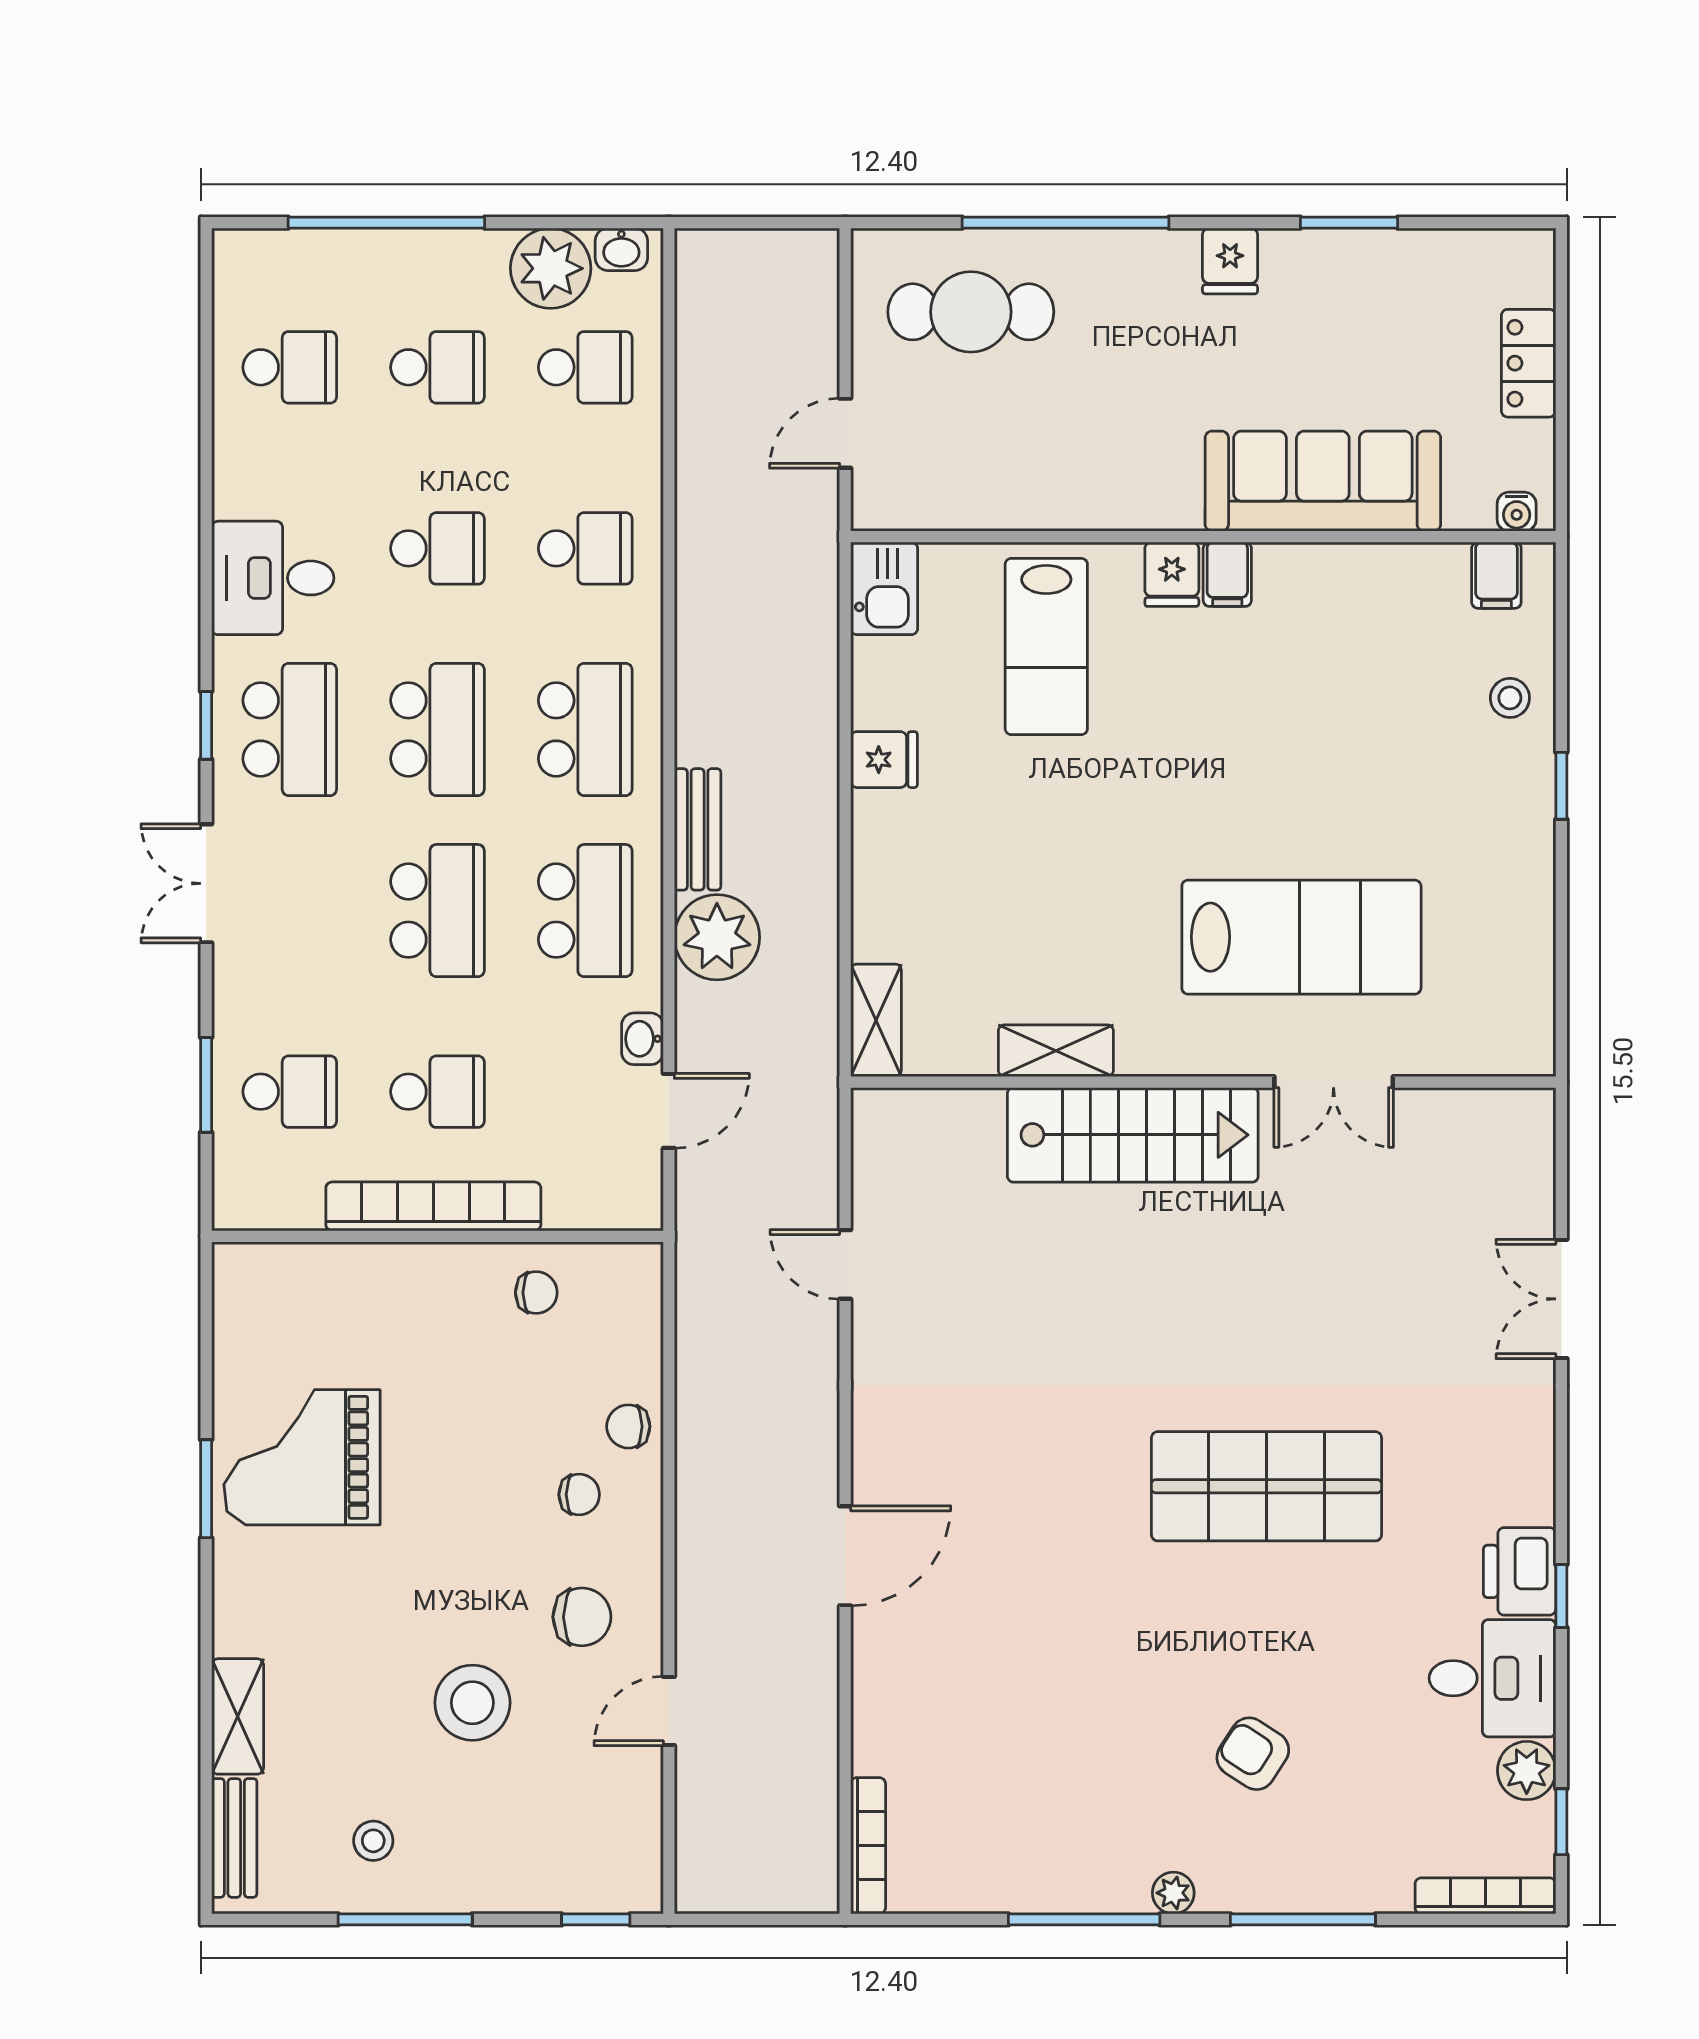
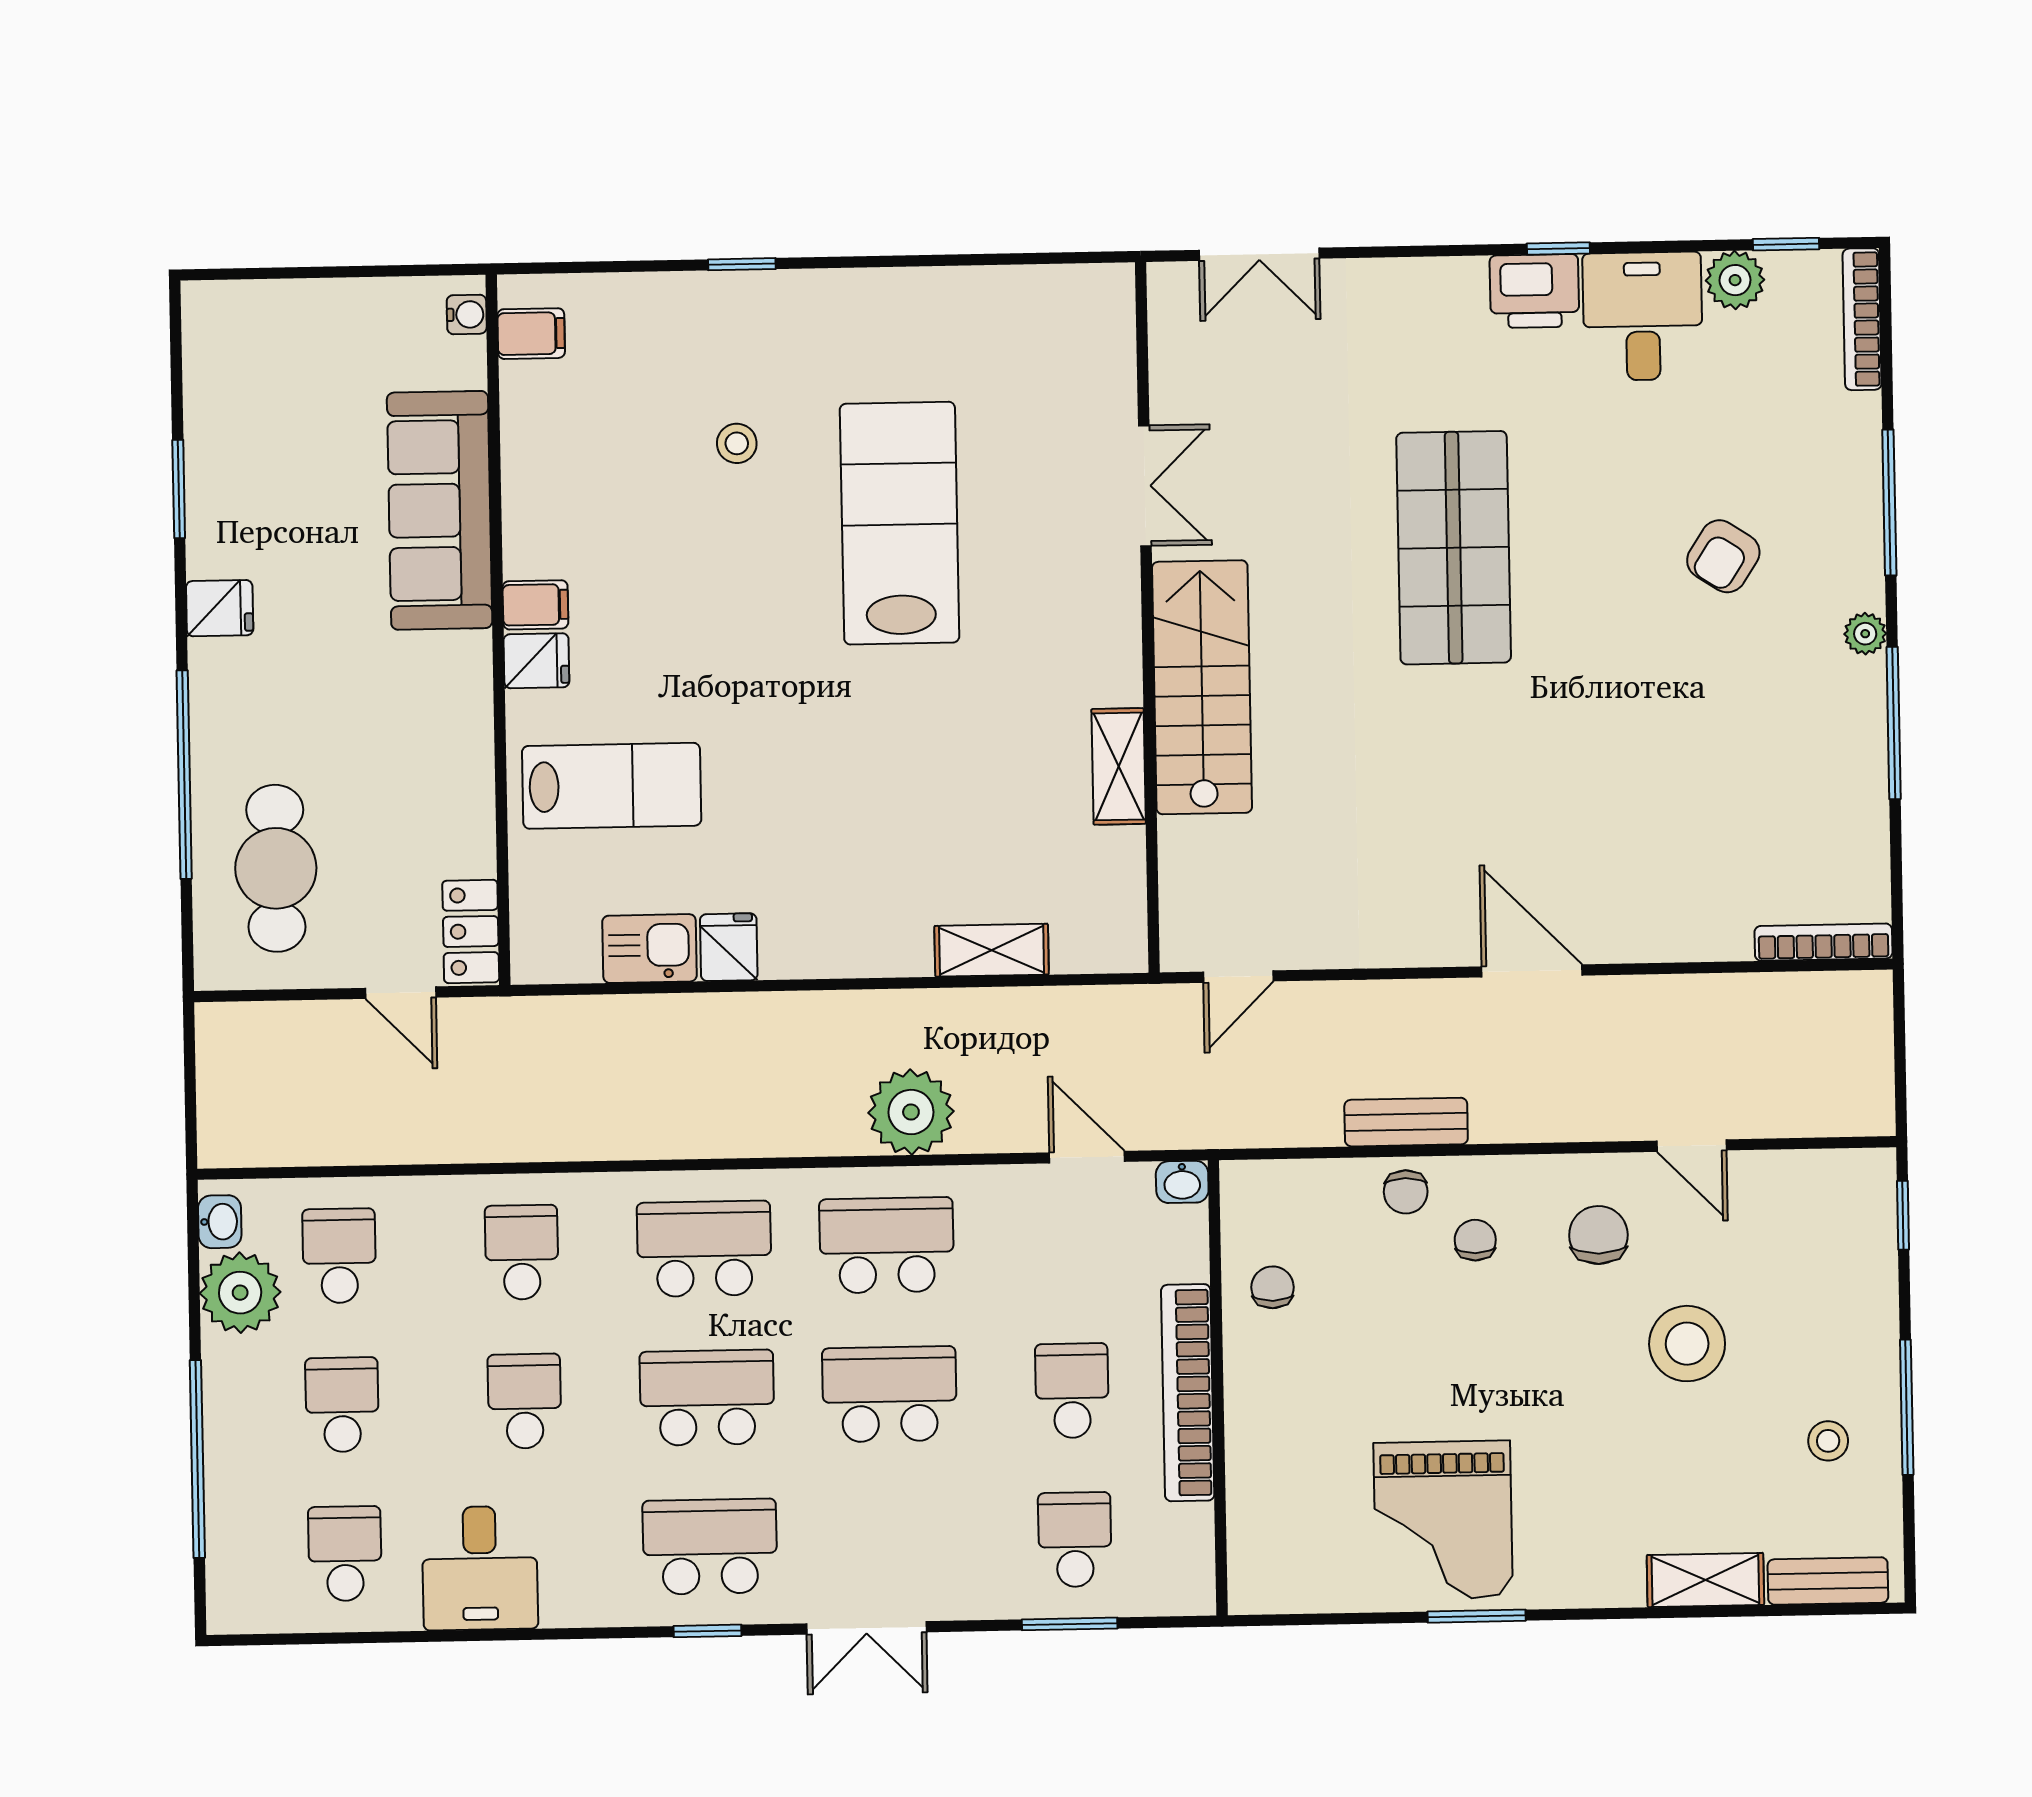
locker: (1529, 363) -> (471, 931), moved, turned 90
desk: (273, 578) -> (480, 1568), moved
kitchen sink: (884, 588) -> (650, 949), moved
stool: (1510, 698) -> (737, 443), moved
bench: (698, 829) -> (1406, 1122), moved
washbasin: (642, 1039) -> (1182, 1182), moved
shelving: (1056, 1051) -> (1119, 766), moved
wall: (1203, 1082) -> (1147, 617), moved
double door: (1334, 1082) -> (1145, 486), moved
stairs: (1133, 1135) -> (1202, 687), moved

